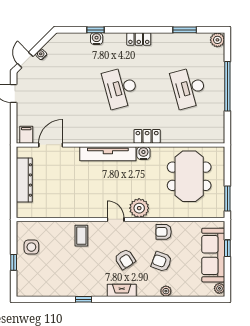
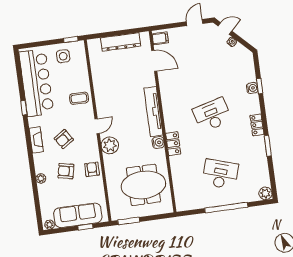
window: (185, 30) -> (268, 146), moved
desk: (189, 88) -> (220, 174), turned 33
window: (14, 262) -> (71, 40), moved
armchair: (161, 262) -> (66, 171), turned -98
bar counter: (57, 281) -> (36, 83), added

